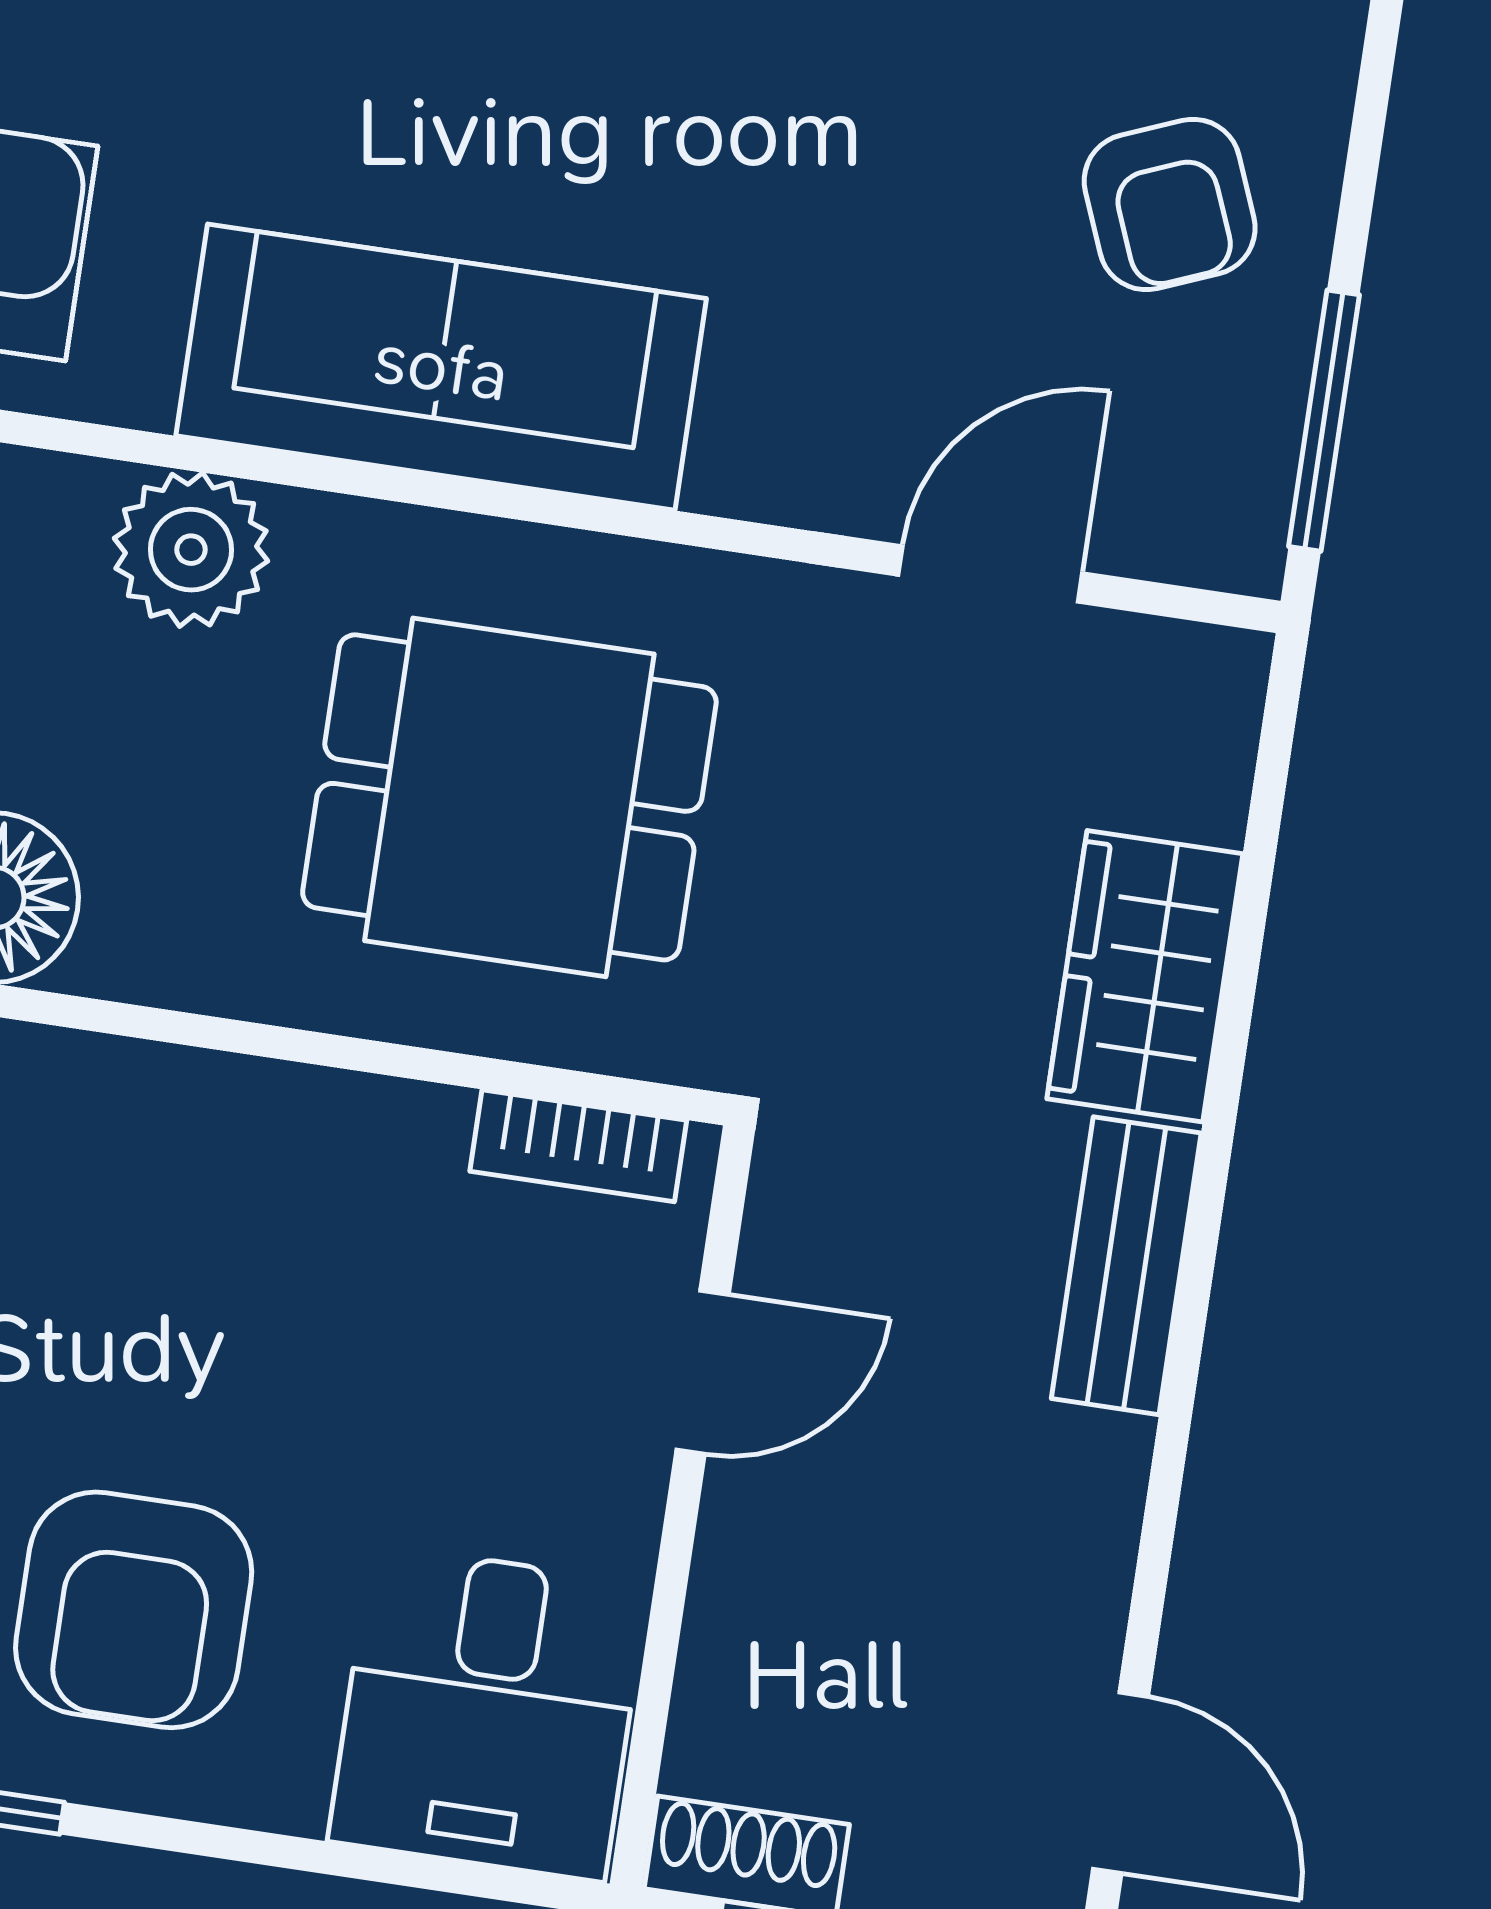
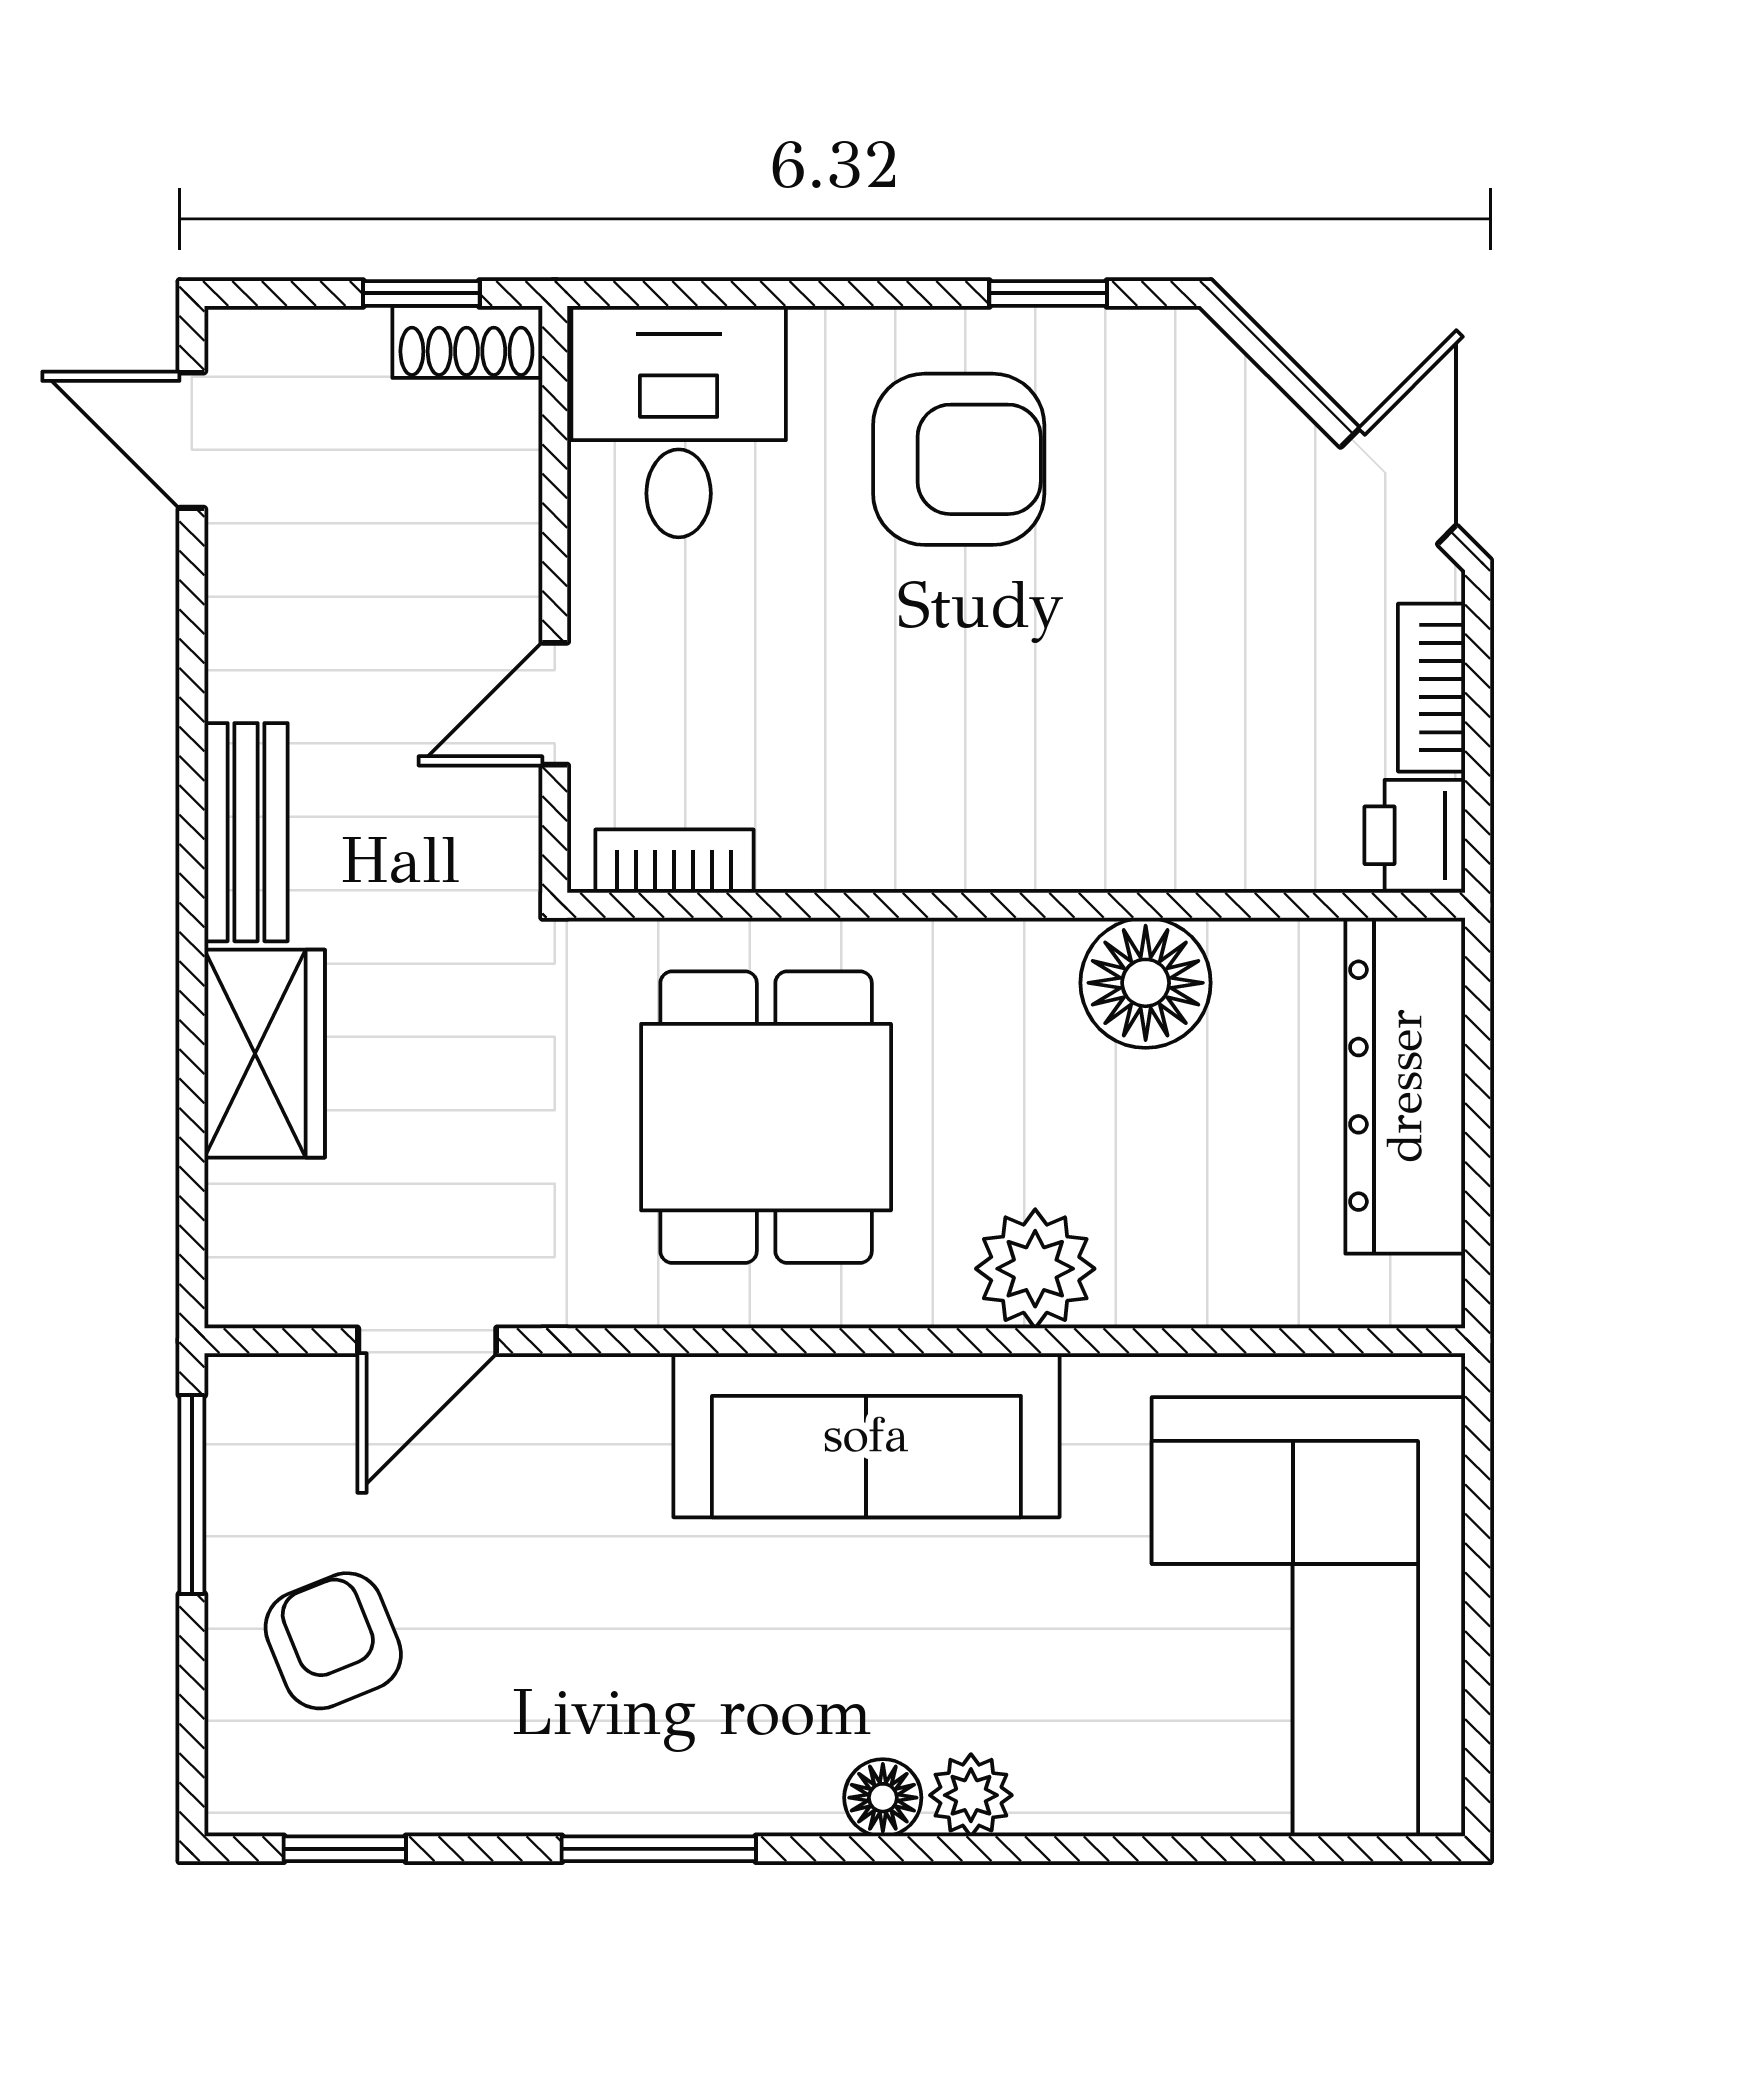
dining table: (509, 797) -> (766, 1117), turned 90
armchair: (134, 1610) -> (959, 459), turned 90

